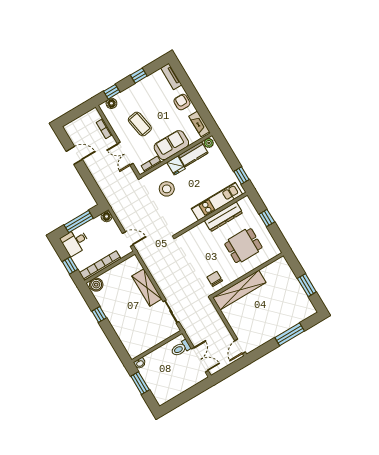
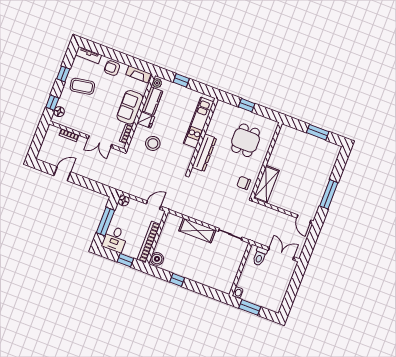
coffee table: (140, 124) -> (82, 86), moved
window: (241, 176) -> (181, 80), moved
dresser: (224, 217) -> (204, 153), moved
shelving: (239, 290) -> (266, 184), width x0.68
window: (290, 334) -> (329, 194), moved

